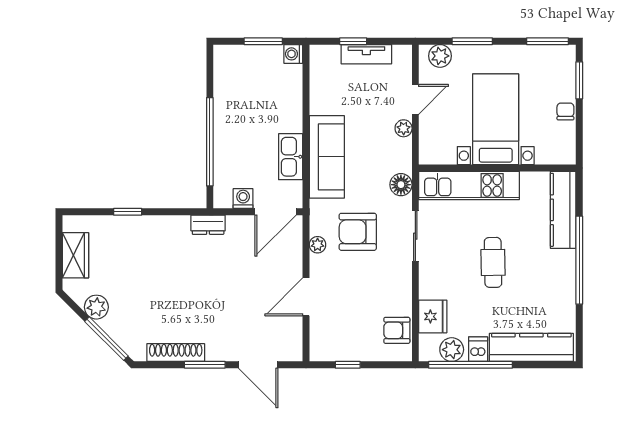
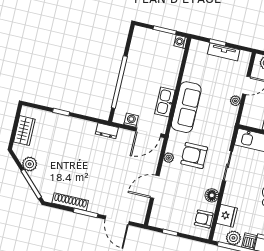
floor lamp: (401, 185) -> (212, 195), moved

